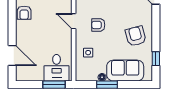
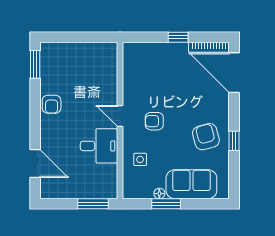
window: (156, 59) -> (234, 141), moved
desk: (57, 68) -> (99, 146), moved, turned -90

